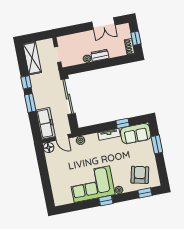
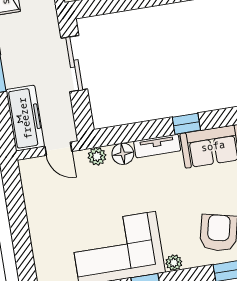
sliding door: (68, 97) -> (74, 64), width x0.73
floor lamp: (49, 147) -> (123, 154), moved

